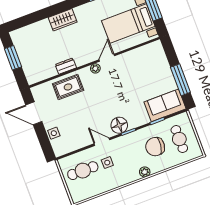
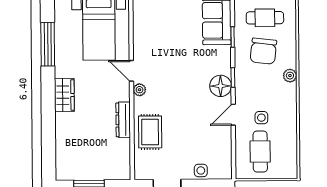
wardrobe: (63, 20) -> (64, 95), moved
dresser: (66, 66) -> (123, 120), width x1.44

